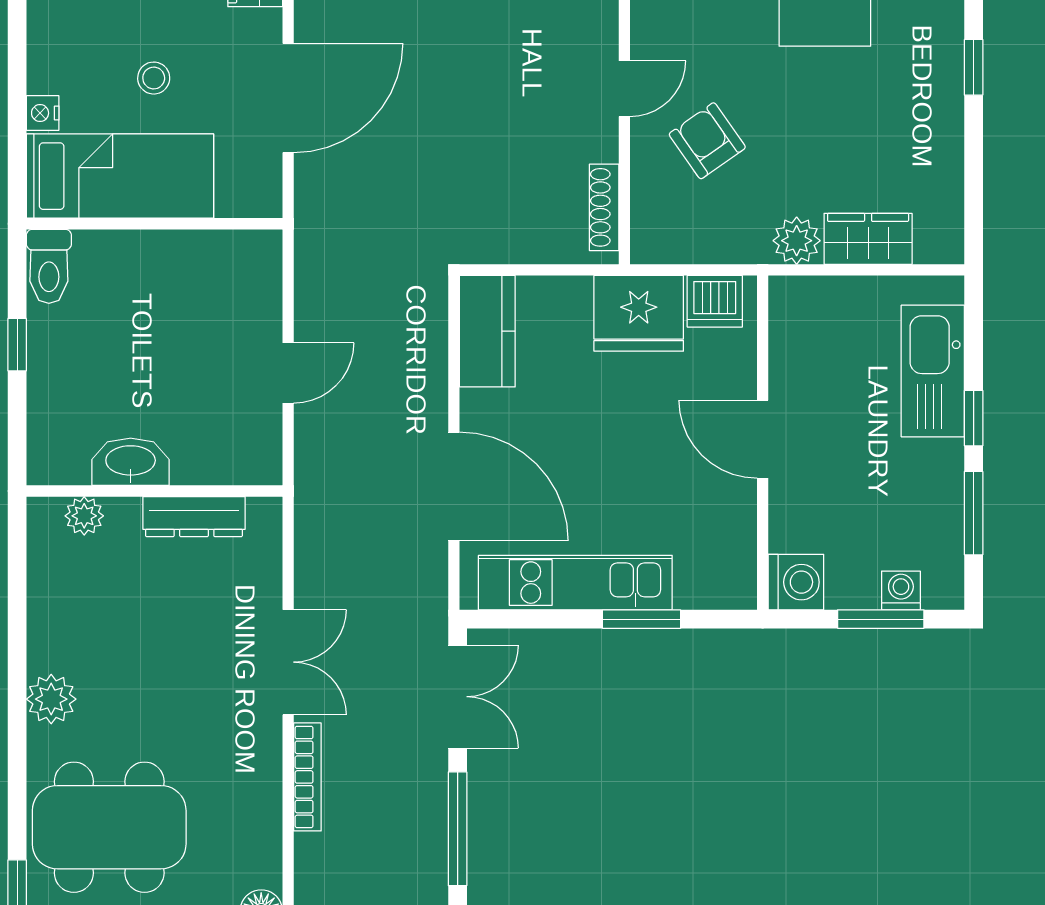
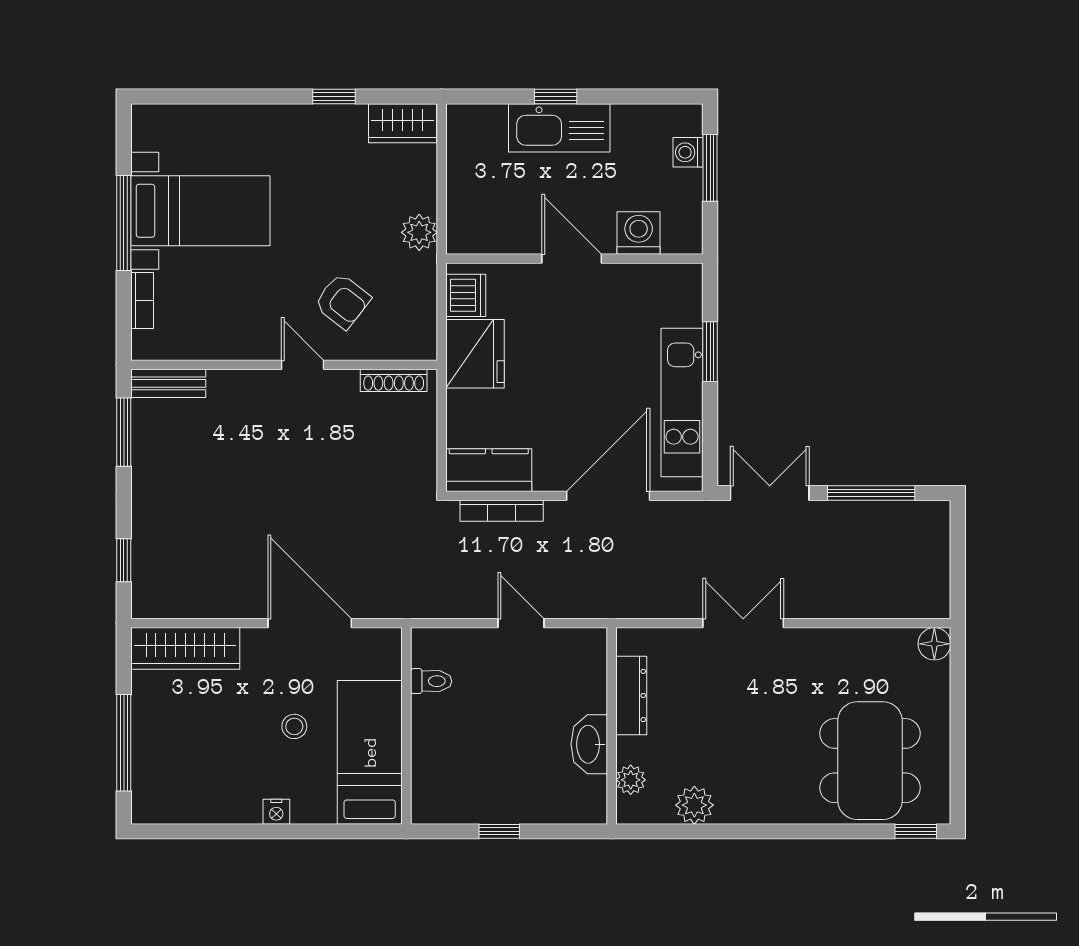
window: (974, 67) -> (334, 96), moved
nightstand: (43, 113) -> (276, 812), moved
armchair: (707, 141) -> (343, 301), turned -107
wardrobe: (868, 239) -> (403, 123), moved, turned -90
toilet: (49, 266) -> (431, 681), moved, width x0.73, depth x0.72
kitchen sink: (933, 371) -> (559, 128), moved
door: (763, 439) -> (572, 259), swing flipped
window: (974, 513) -> (629, 96), removed
washing machine: (796, 582) -> (639, 233), moved
plant: (51, 699) -> (694, 805), moved
bookcase: (307, 777) -> (502, 511), moved, turned 180

